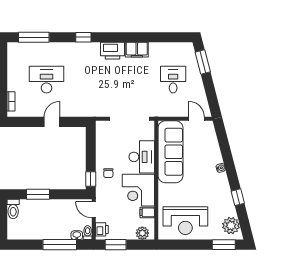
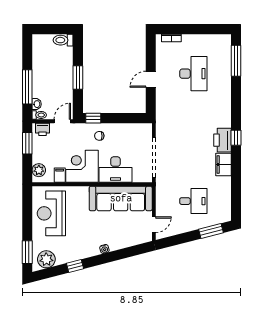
window: (83, 37) -> (236, 138), moved
door: (52, 122) -> (151, 79), swing flipped
window: (38, 194) -> (78, 77), moved

